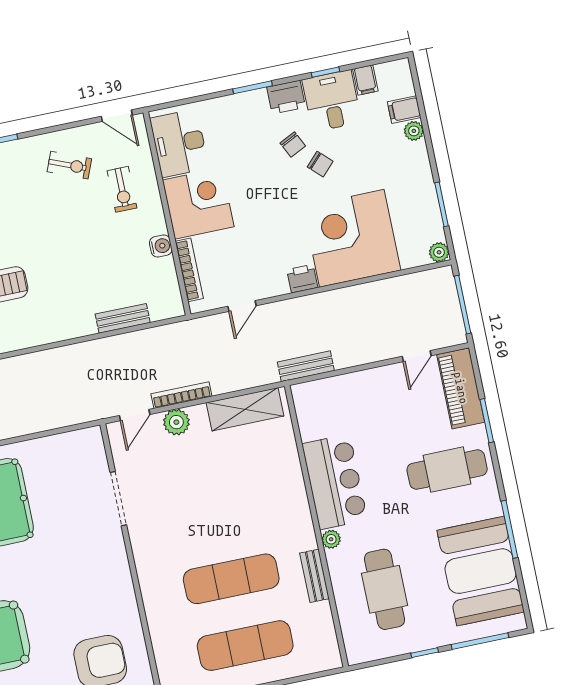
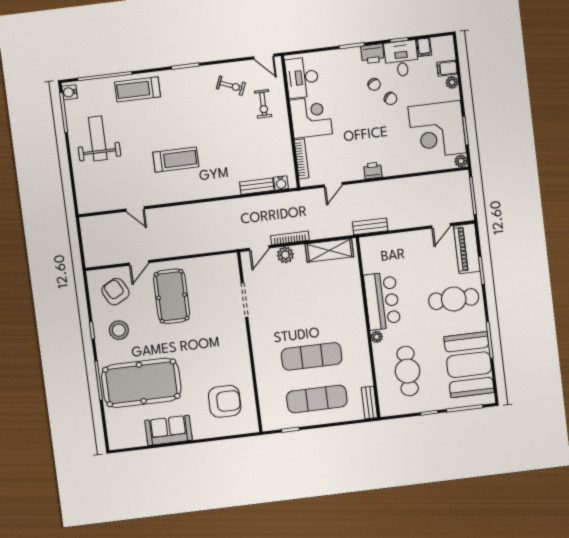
corner desk: (352, 238) -> (437, 130), moved, turned -90
water cooler: (161, 246) -> (281, 183), moved, turned 90
bench: (314, 576) -> (369, 403), moved

